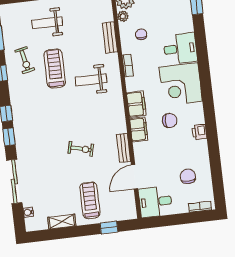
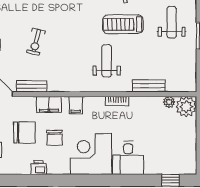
chair: (141, 34) -> (24, 132), moved, width x1.87, depth x1.87
treadmill: (55, 69) -> (123, 24), turned 180
filing cabinet: (136, 104) -> (76, 105), width x0.50

